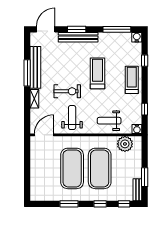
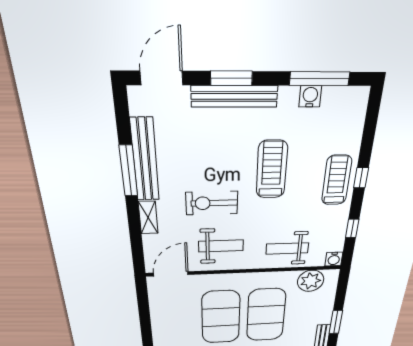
water cooler: (137, 37) -> (310, 96), moved
window: (145, 61) -> (361, 178), moved
exercise bike: (67, 91) -> (212, 203), turned 180
weight bench: (72, 118) -> (221, 246), turned 90

